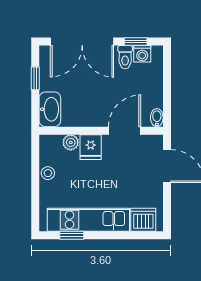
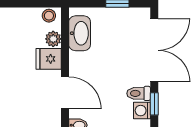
double door: (82, 42) -> (154, 50), swing flipped
washbasin: (50, 109) -> (80, 33), moved, turned -90
stool: (48, 173) -> (49, 16), moved

